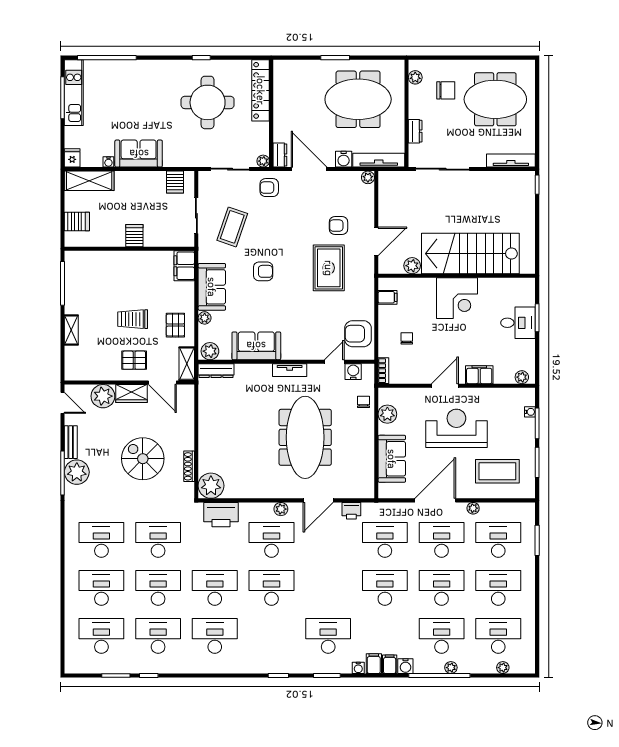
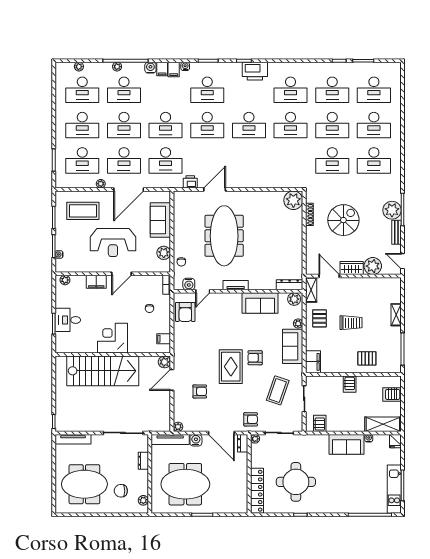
plant: (412, 266) -> (164, 362), moved
rug: (329, 268) -> (231, 367), moved
armchair: (358, 334) -> (185, 312), turned 90
pallet: (134, 360) -> (367, 358), moved
spiral stairs: (143, 459) -> (343, 220), turned -90
plant: (281, 509) -> (242, 183), removed
printer: (221, 515) -> (255, 71), moved, turned 180
desk: (271, 540) -> (207, 125), moved

